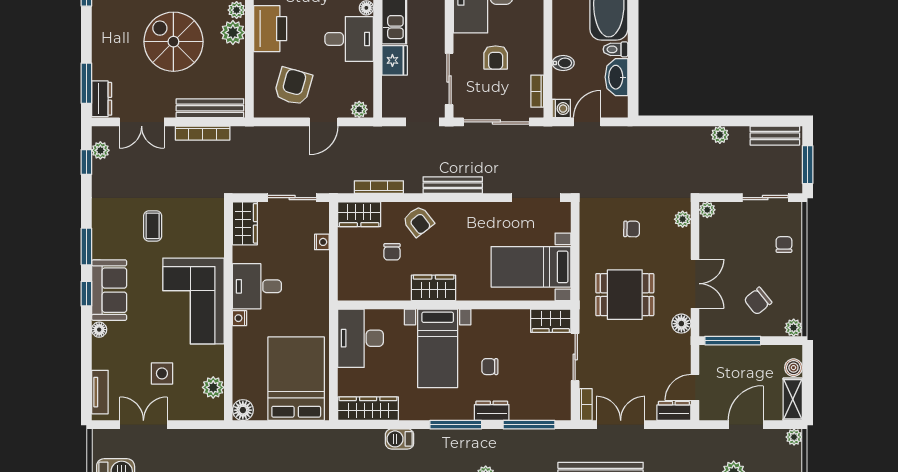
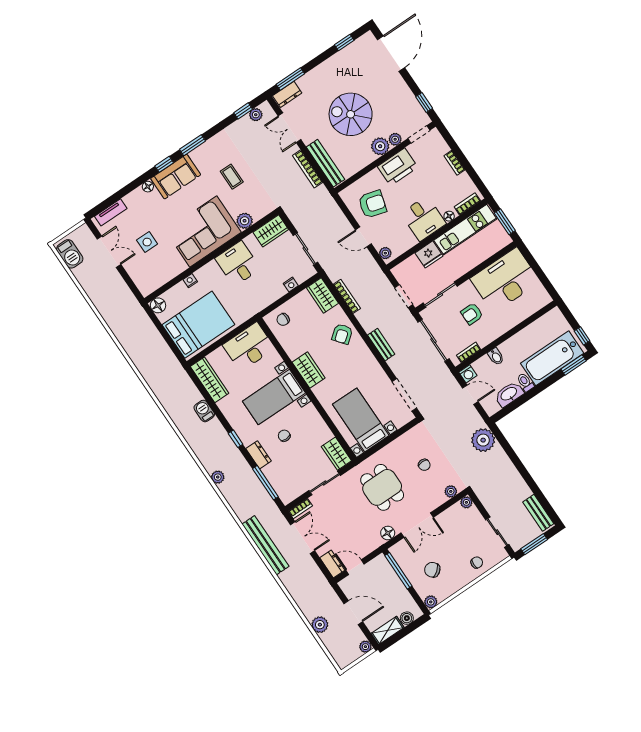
spiral stairs: (173, 42) -> (351, 114), turned -90
plant: (720, 135) -> (483, 440), moved, width x1.88, depth x1.88
bench: (453, 185) -> (381, 345), width x0.73
coffee table: (153, 226) -> (232, 177), turned 90
chair: (392, 252) -> (283, 319), moved
nightstand: (240, 318) -> (190, 281), moved
plant: (213, 387) -> (245, 221), moved
window: (456, 425) -> (236, 439), width x0.46

